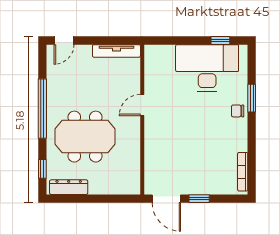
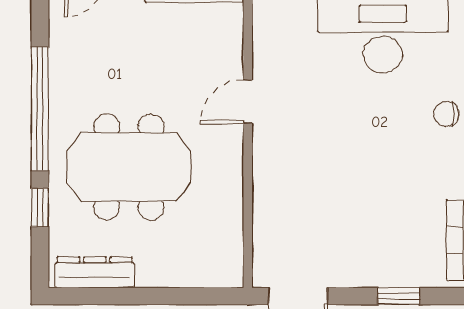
window: (42, 169) -> (40, 207), moved
window: (199, 199) -> (399, 296), moved

